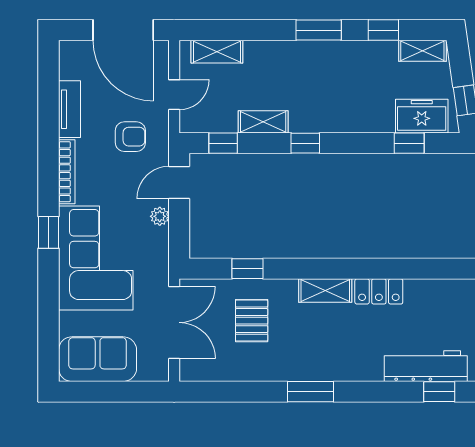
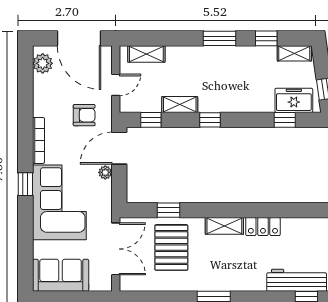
plant: (73, 65) -> (43, 63), added
tv unit: (69, 109) -> (40, 95), removed
door: (179, 182) -> (119, 148), width x1.38
pallet: (252, 321) -> (171, 248), width x1.50, depth x1.42

